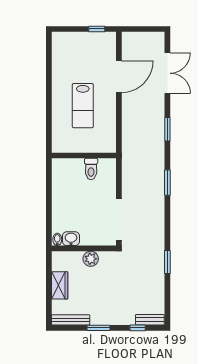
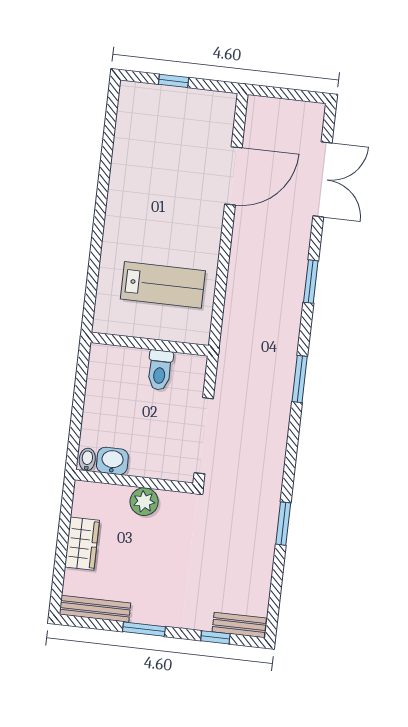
window: (97, 29) -> (174, 81), moved
lab bench: (83, 106) -> (163, 285), moved, turned -90
wall: (84, 156) -> (150, 344), moved
toilet: (91, 169) -> (160, 370), moved

